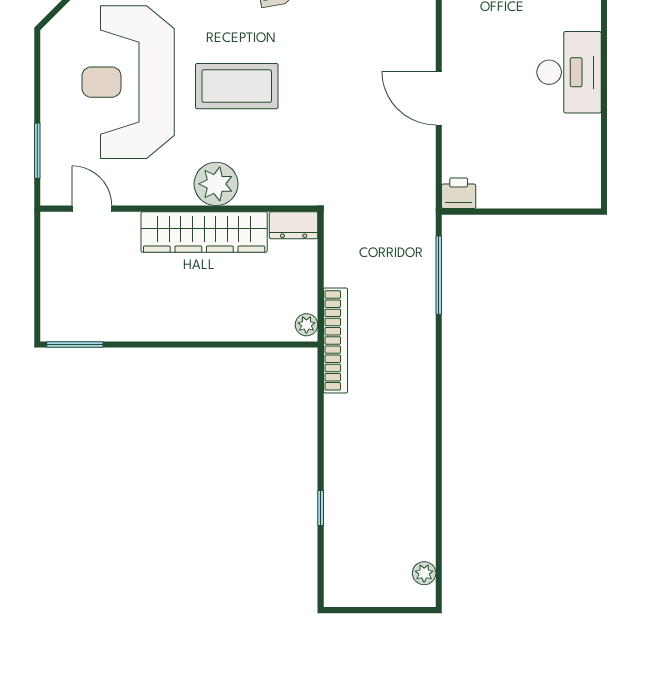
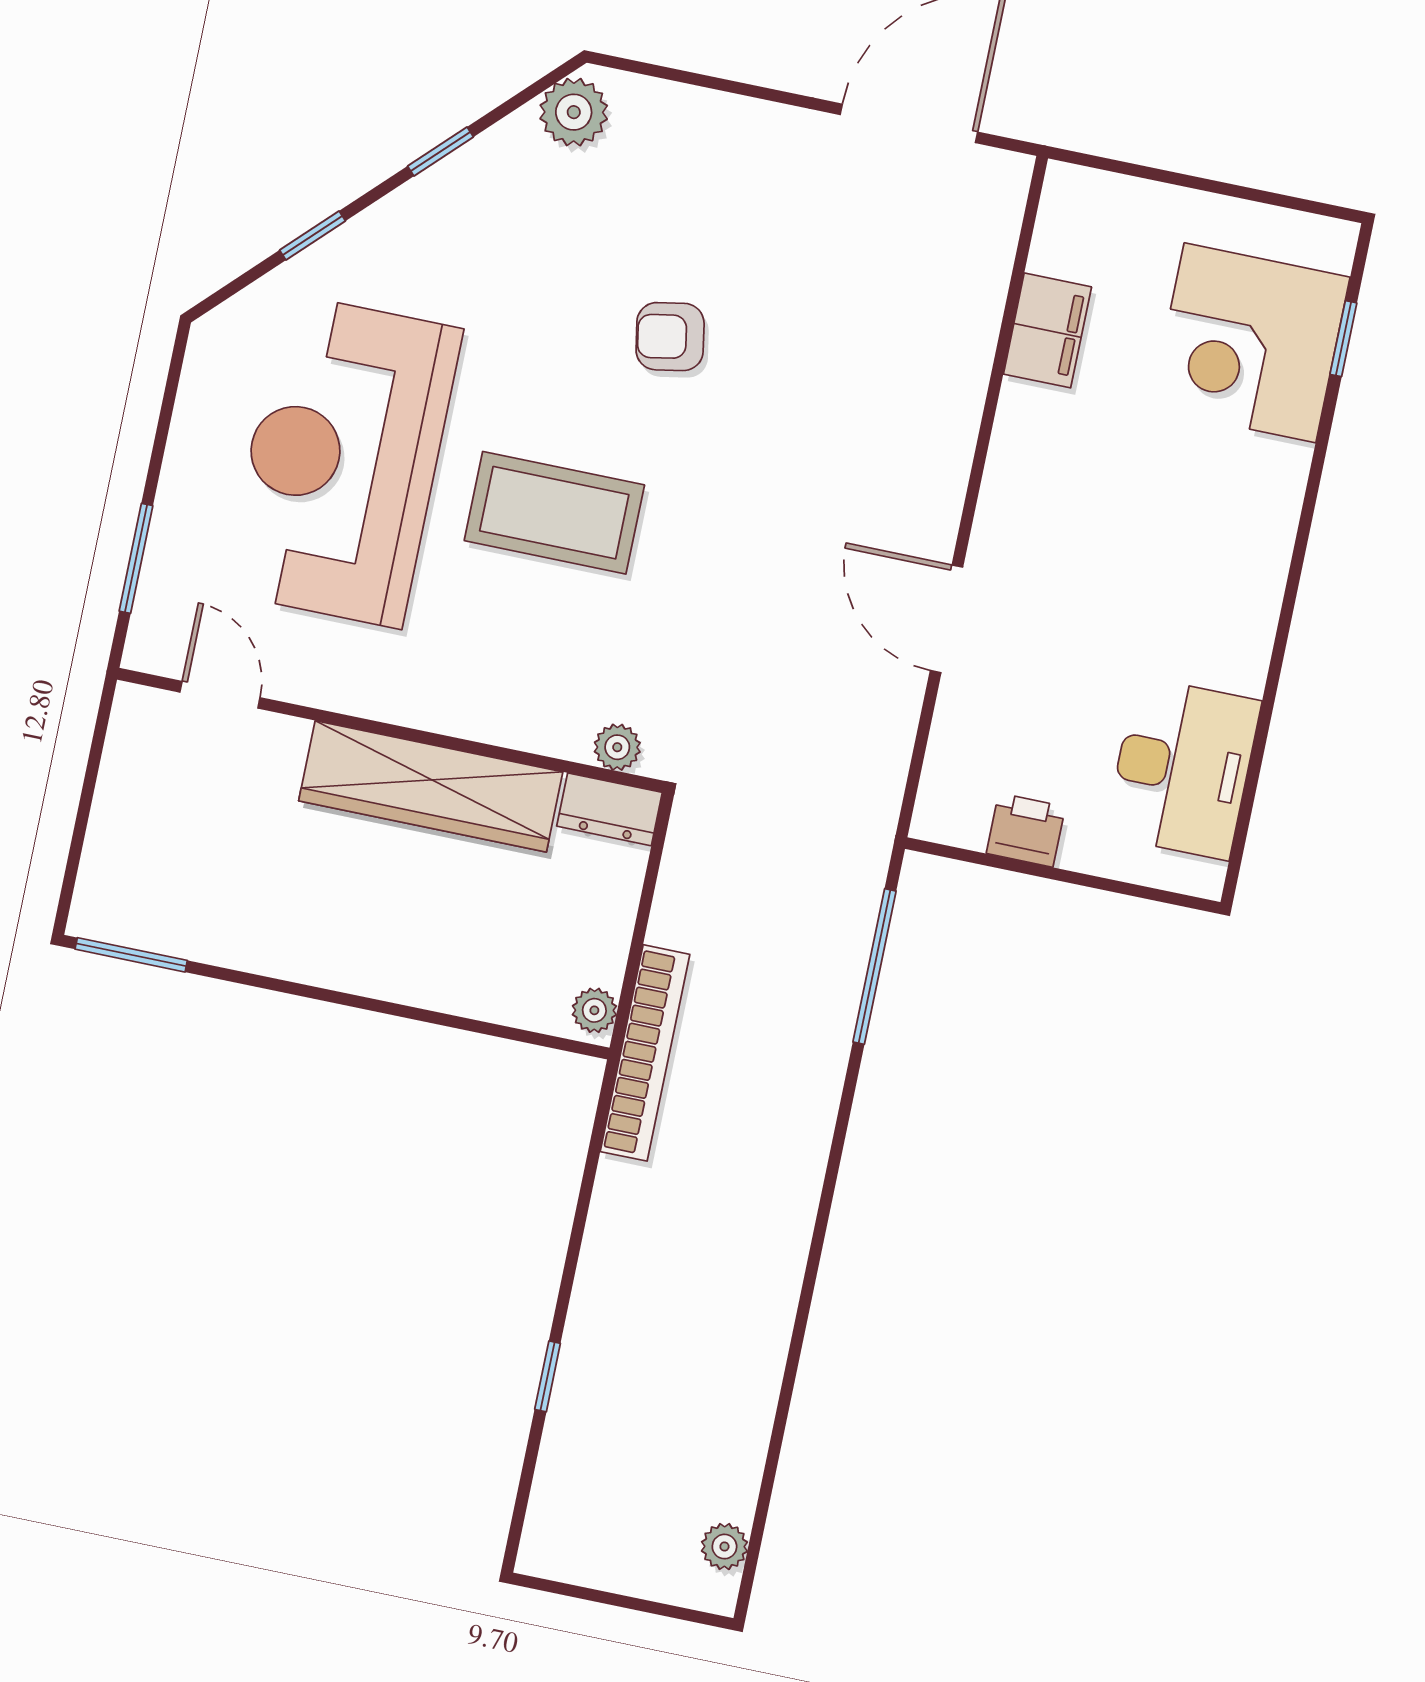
desk: (569, 72) -> (1183, 768), moved
plant: (216, 184) -> (617, 747), moved, width x0.53, depth x0.53
printer: (459, 193) -> (1026, 830), moved

